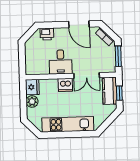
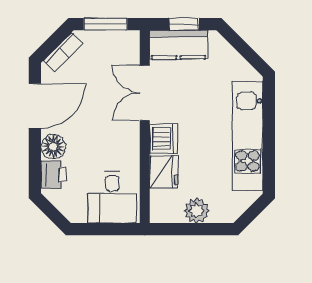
floor lamp: (60, 33) -> (53, 147), added
desk: (61, 62) -> (112, 197), moved, turned 90
double door: (87, 76) -> (145, 93), swing flipped
fridge: (32, 87) -> (164, 172), moved, turned 90

